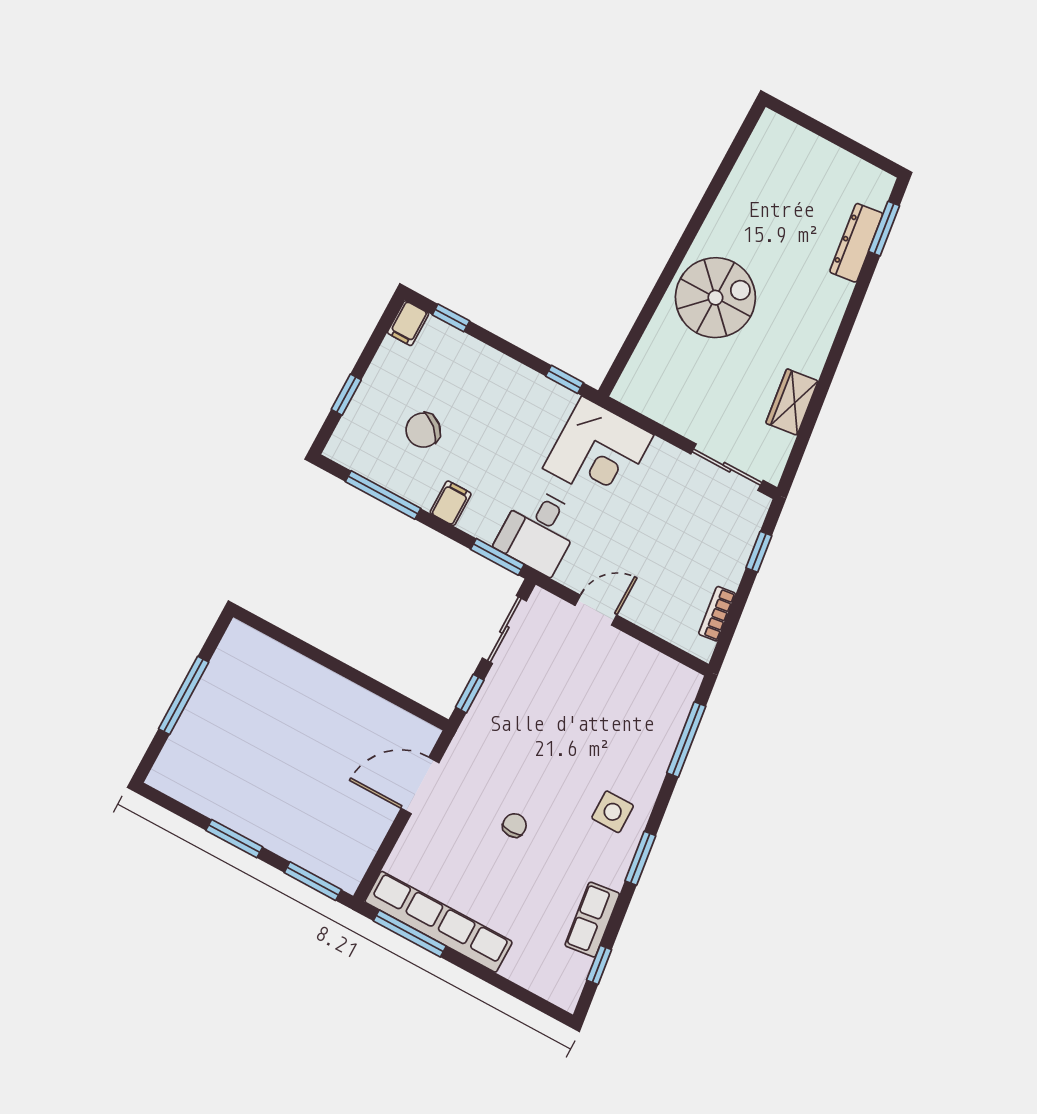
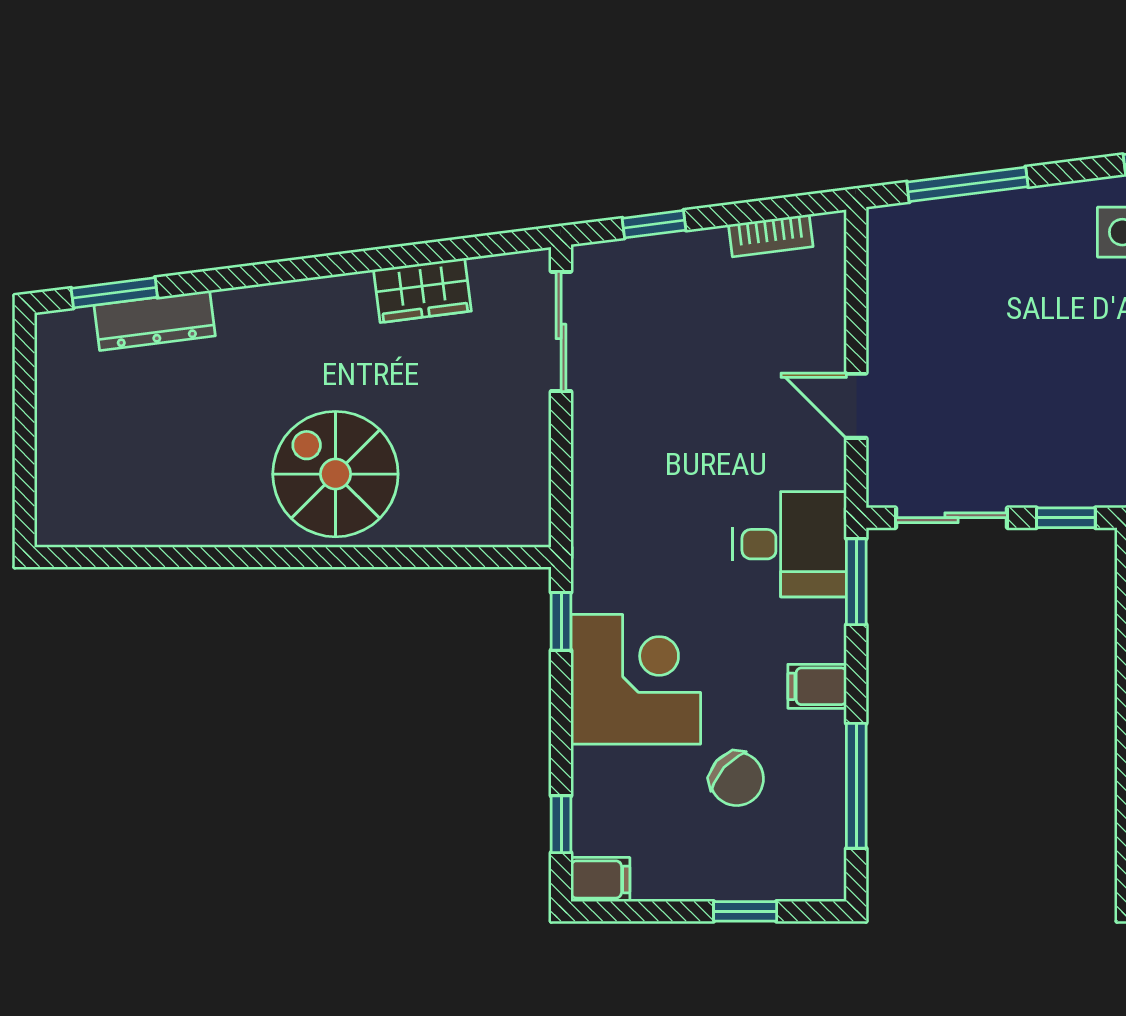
corner desk: (598, 452) -> (636, 679), moved

